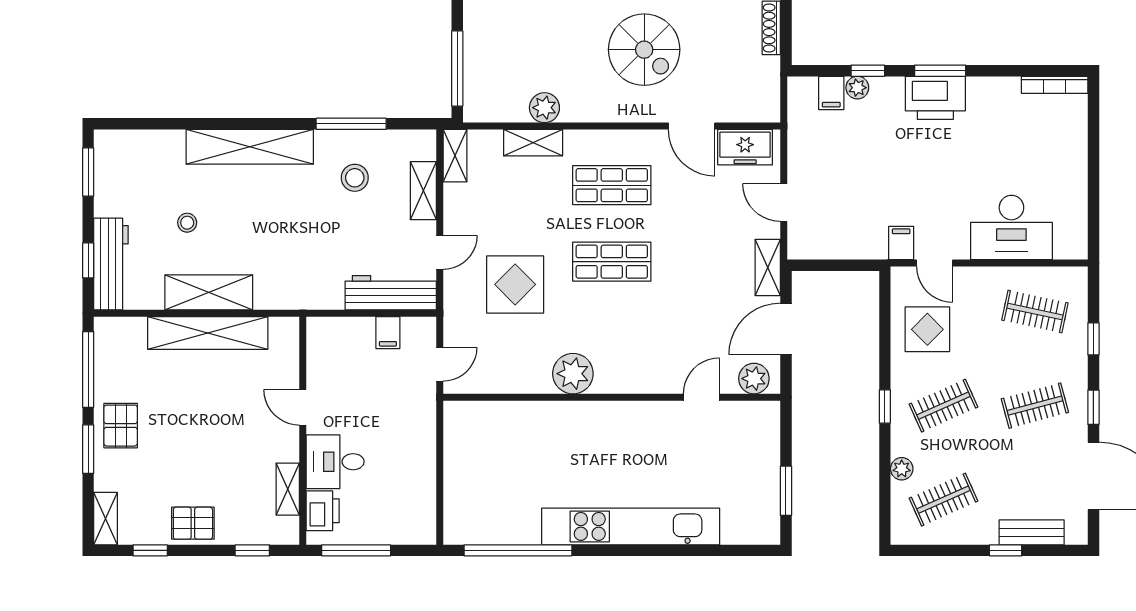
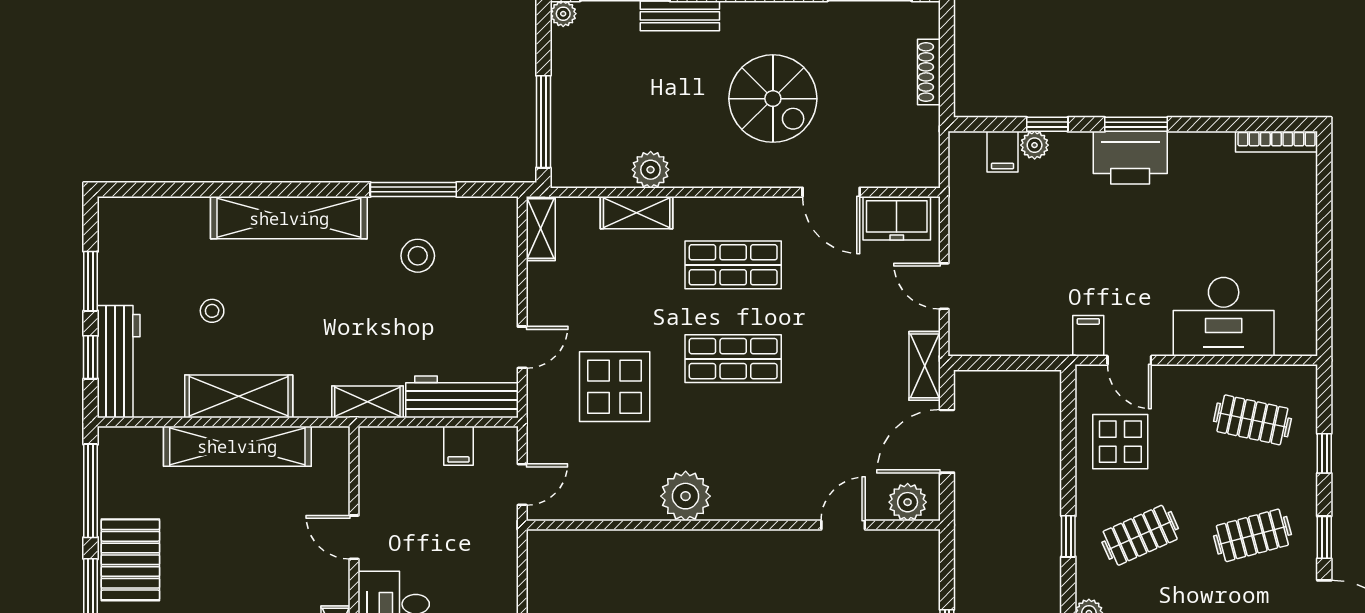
window: (88, 172) -> (91, 281), moved
shelving: (423, 191) -> (367, 402), moved, turned 90
pallet: (121, 426) -> (130, 560), width x1.50, depth x1.42

